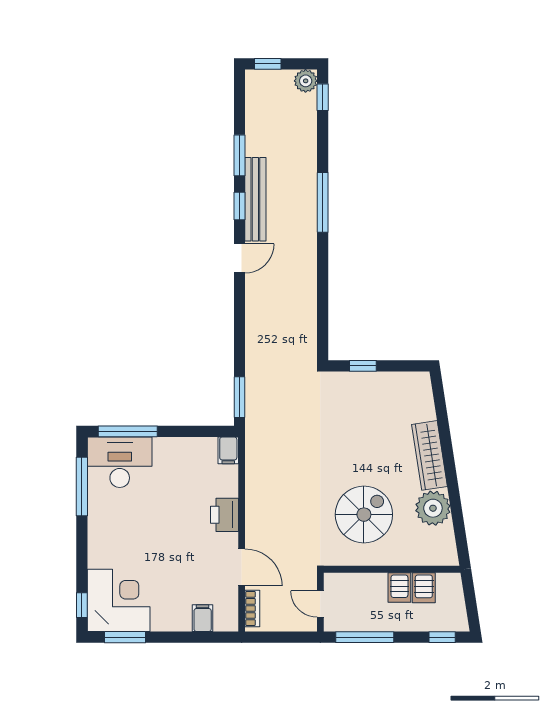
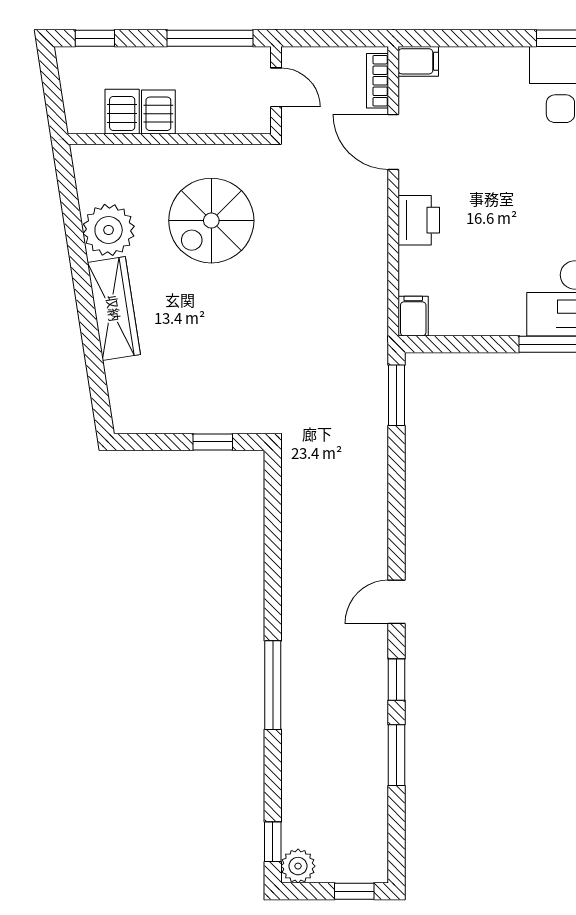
bench: (255, 199) -> (373, 690), removed
filing cabinet: (203, 618) -> (418, 61), moved, turned -90

